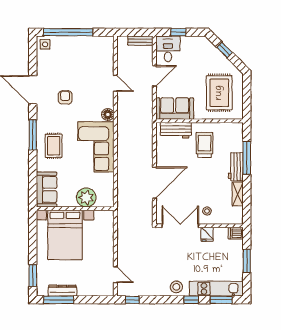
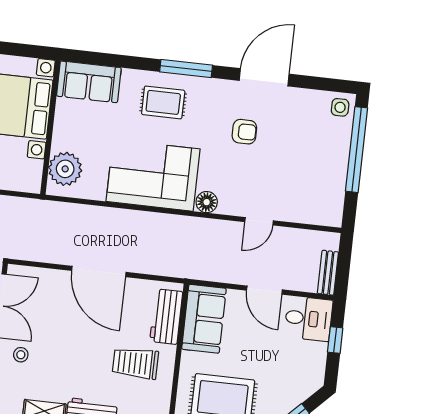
trolley: (204, 145) -> (135, 363), turned 180
door: (154, 183) -> (99, 271), moved
plant: (86, 198) -> (65, 169), moved

